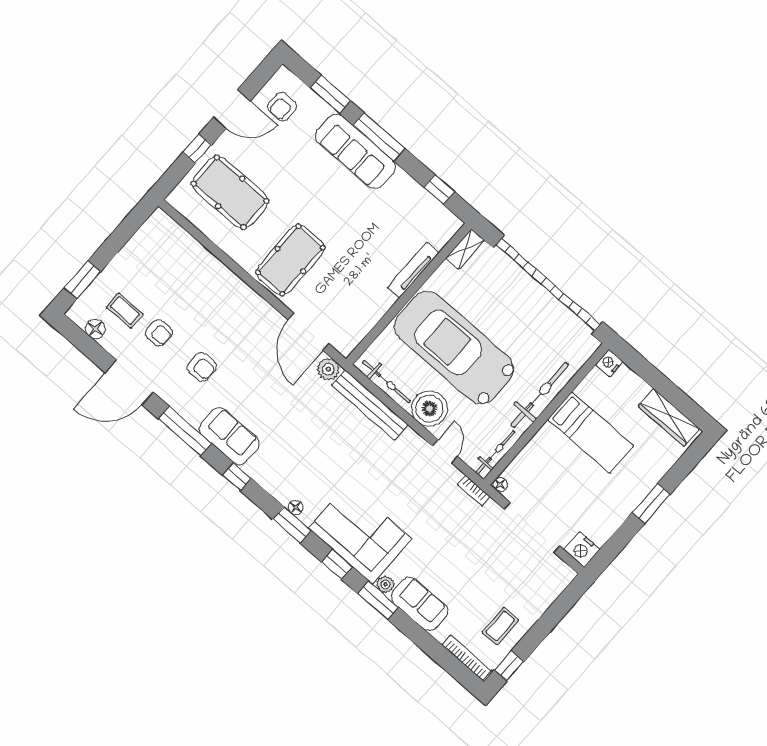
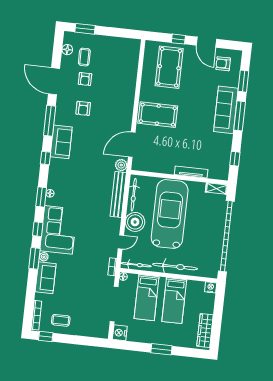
bed: (557, 471) -> (147, 298), added

